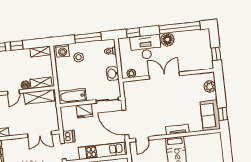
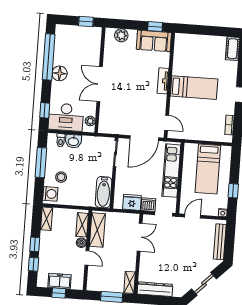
desk: (146, 47) -> (66, 117), moved, turned -90
washbasin: (113, 74) -> (73, 141), moved
fridge: (85, 111) -> (132, 202), moved, turned -90

